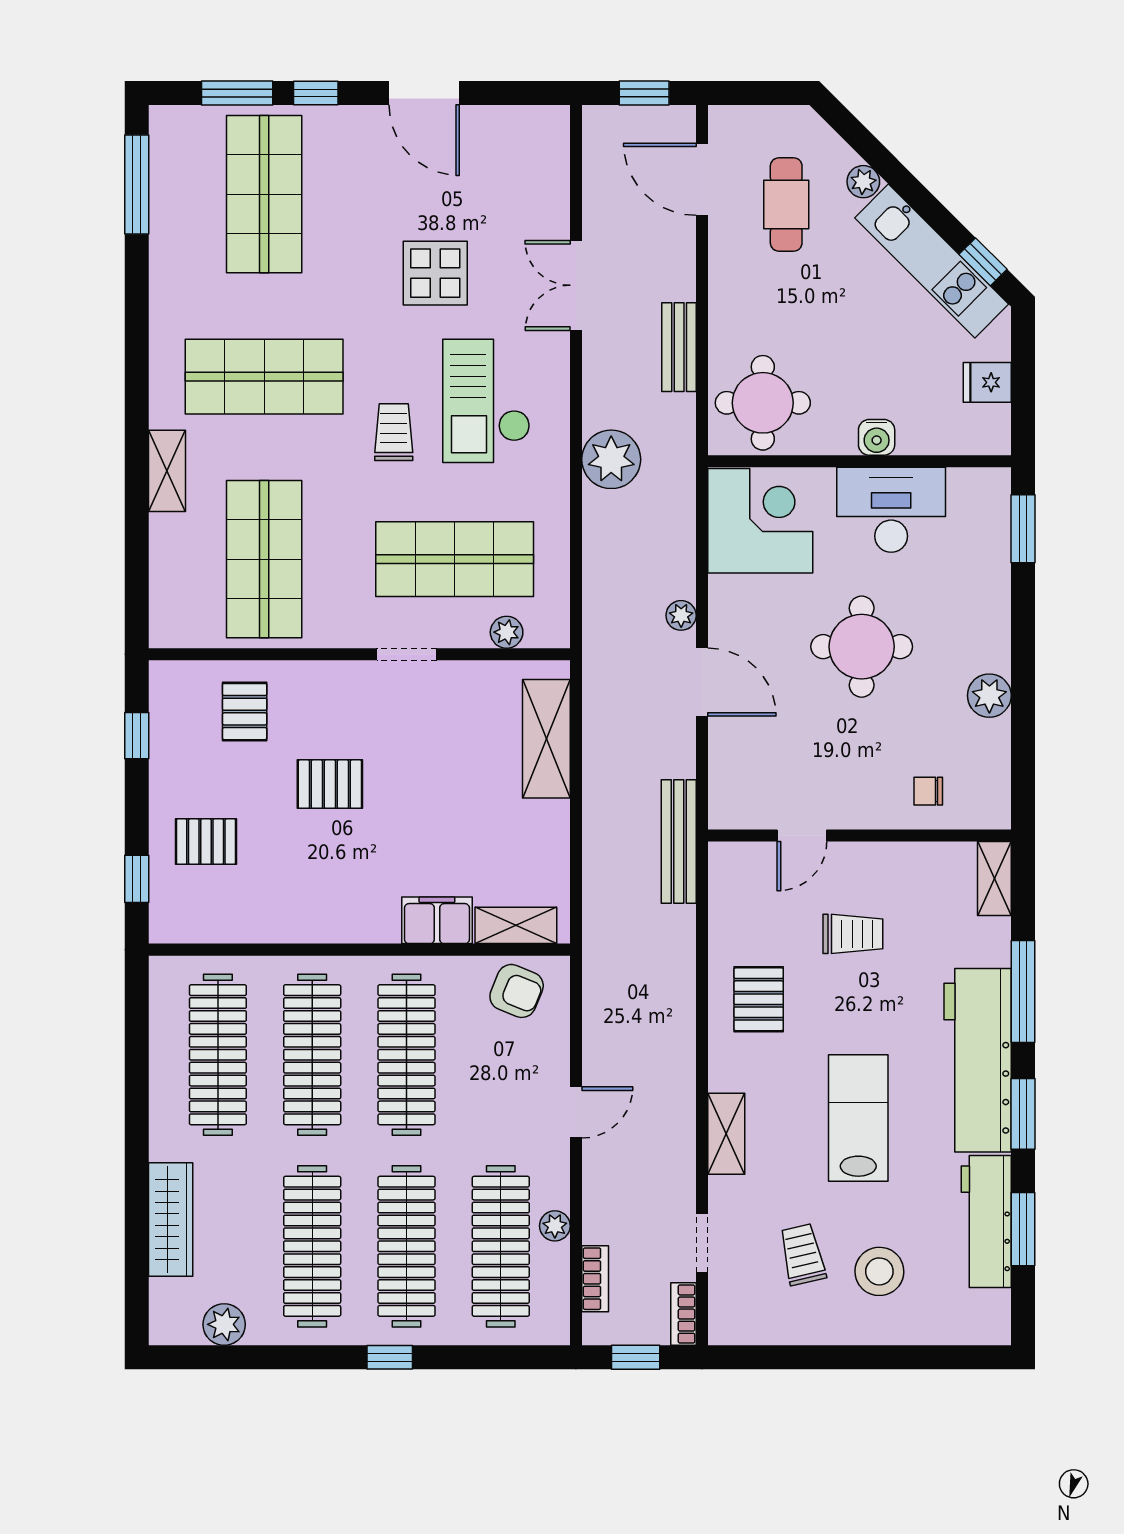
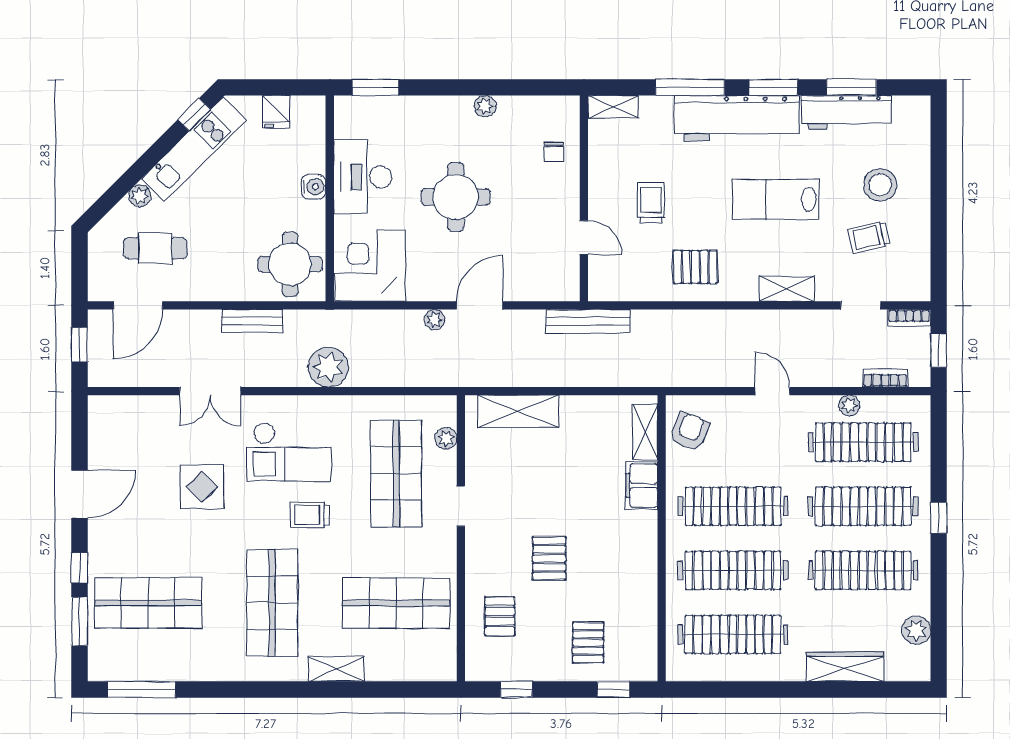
plant: (989, 696) -> (485, 106), width x0.73, depth x0.73
pallet: (245, 712) -> (500, 616), turned 90

